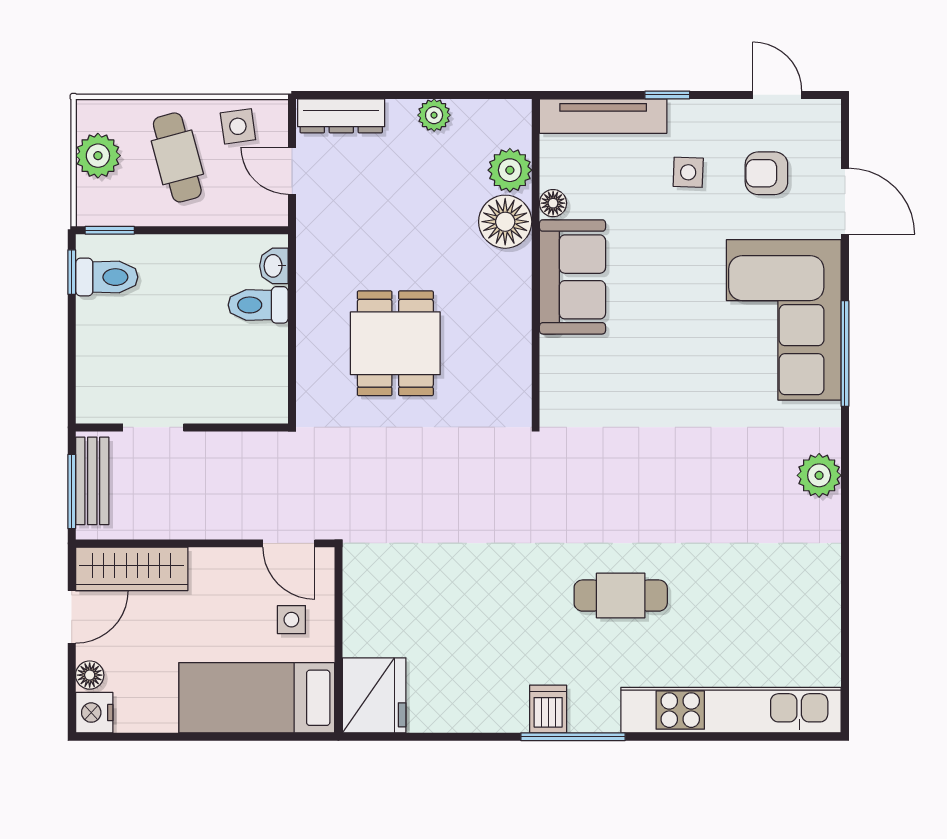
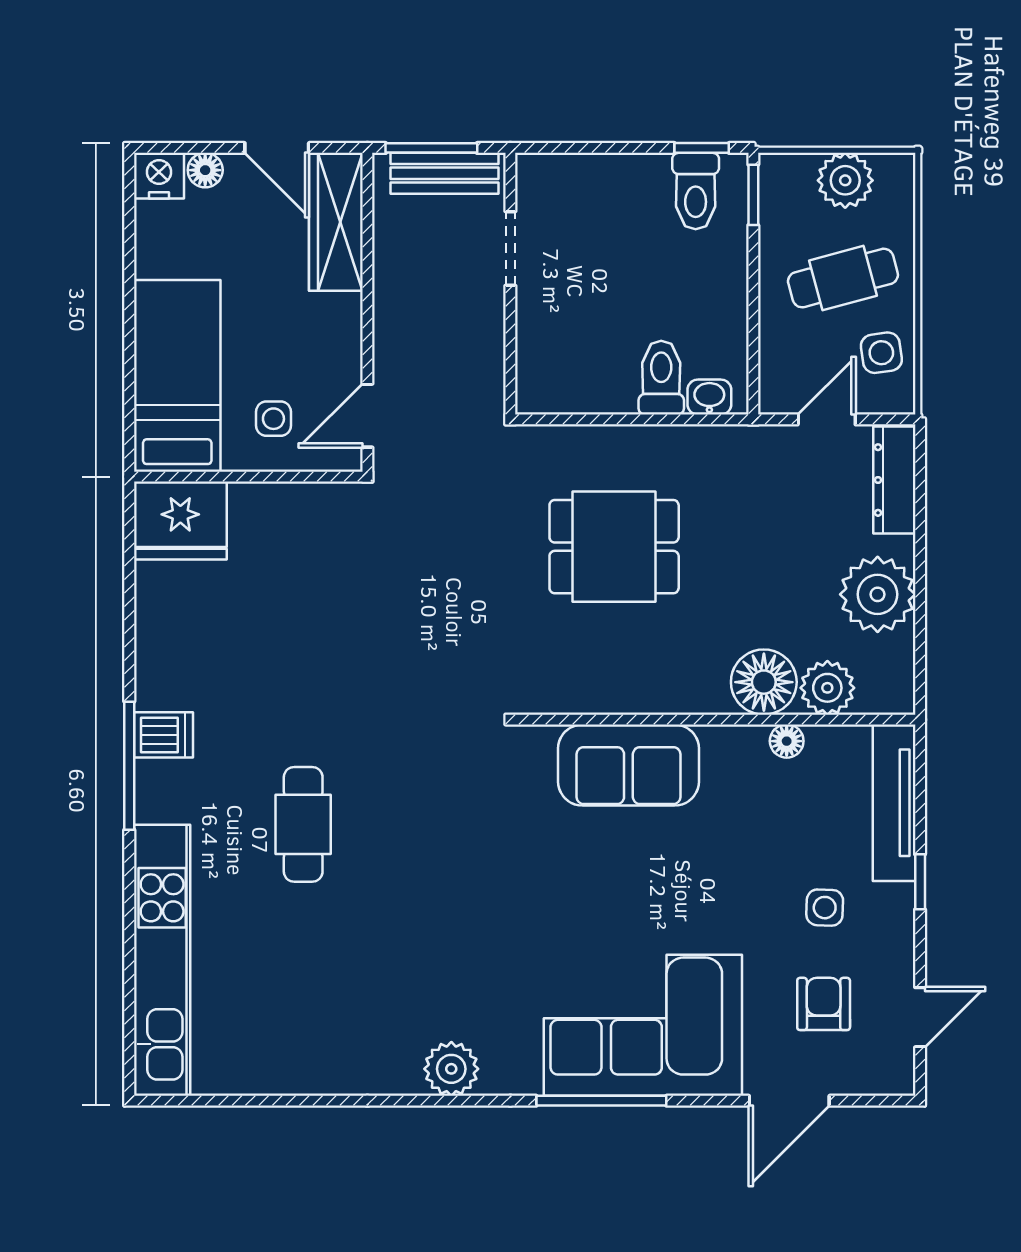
plant: (434, 115) -> (878, 594), width x1.87, depth x1.87
sofa: (573, 277) -> (628, 765), moved

